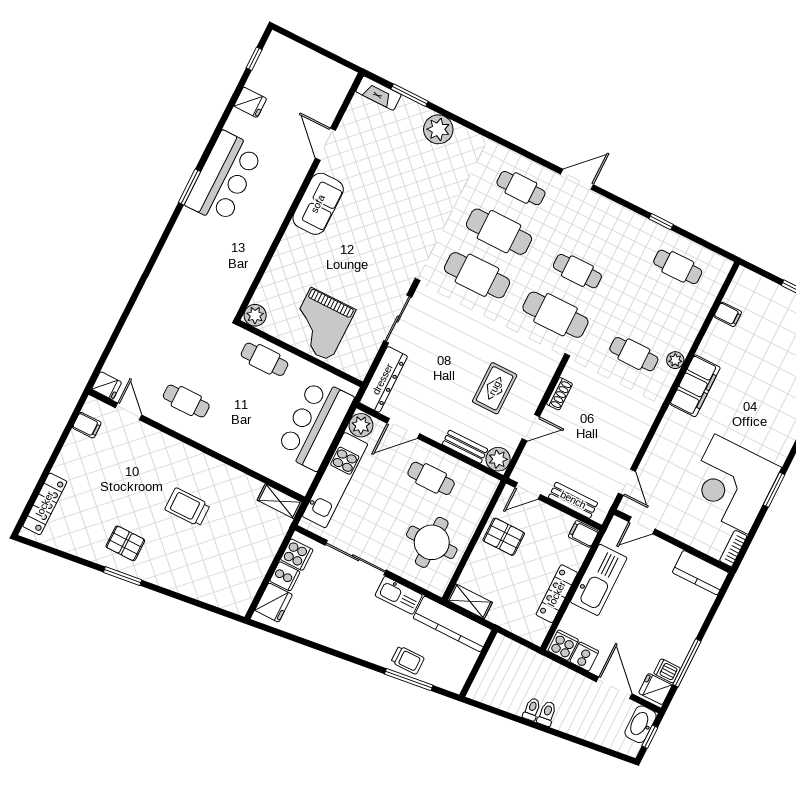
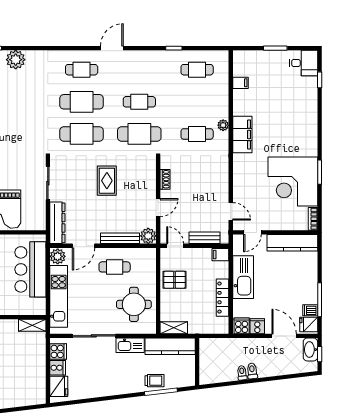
rug: (495, 388) -> (107, 181), moved
bench: (465, 447) -> (120, 238), width x1.36
door: (528, 491) -> (175, 246), swing flipped
kitchen counter: (700, 573) -> (292, 243), width x1.50

